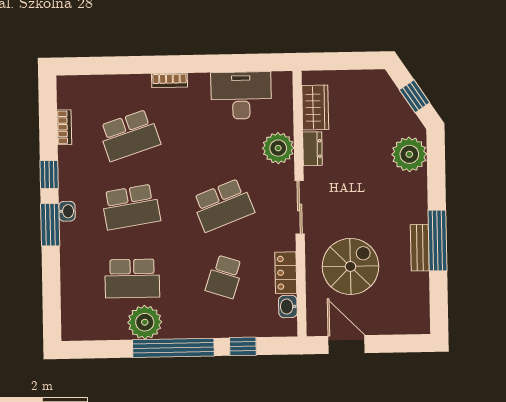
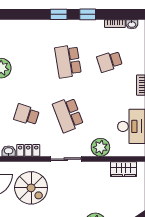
school desk: (129, 135) -> (110, 61), width x0.54
dresser: (312, 149) -> (100, 167), removed
washbasin: (67, 211) -> (132, 24), moved
window: (50, 225) -> (59, 14), width x0.67
school desk: (132, 278) -> (27, 61), removed

